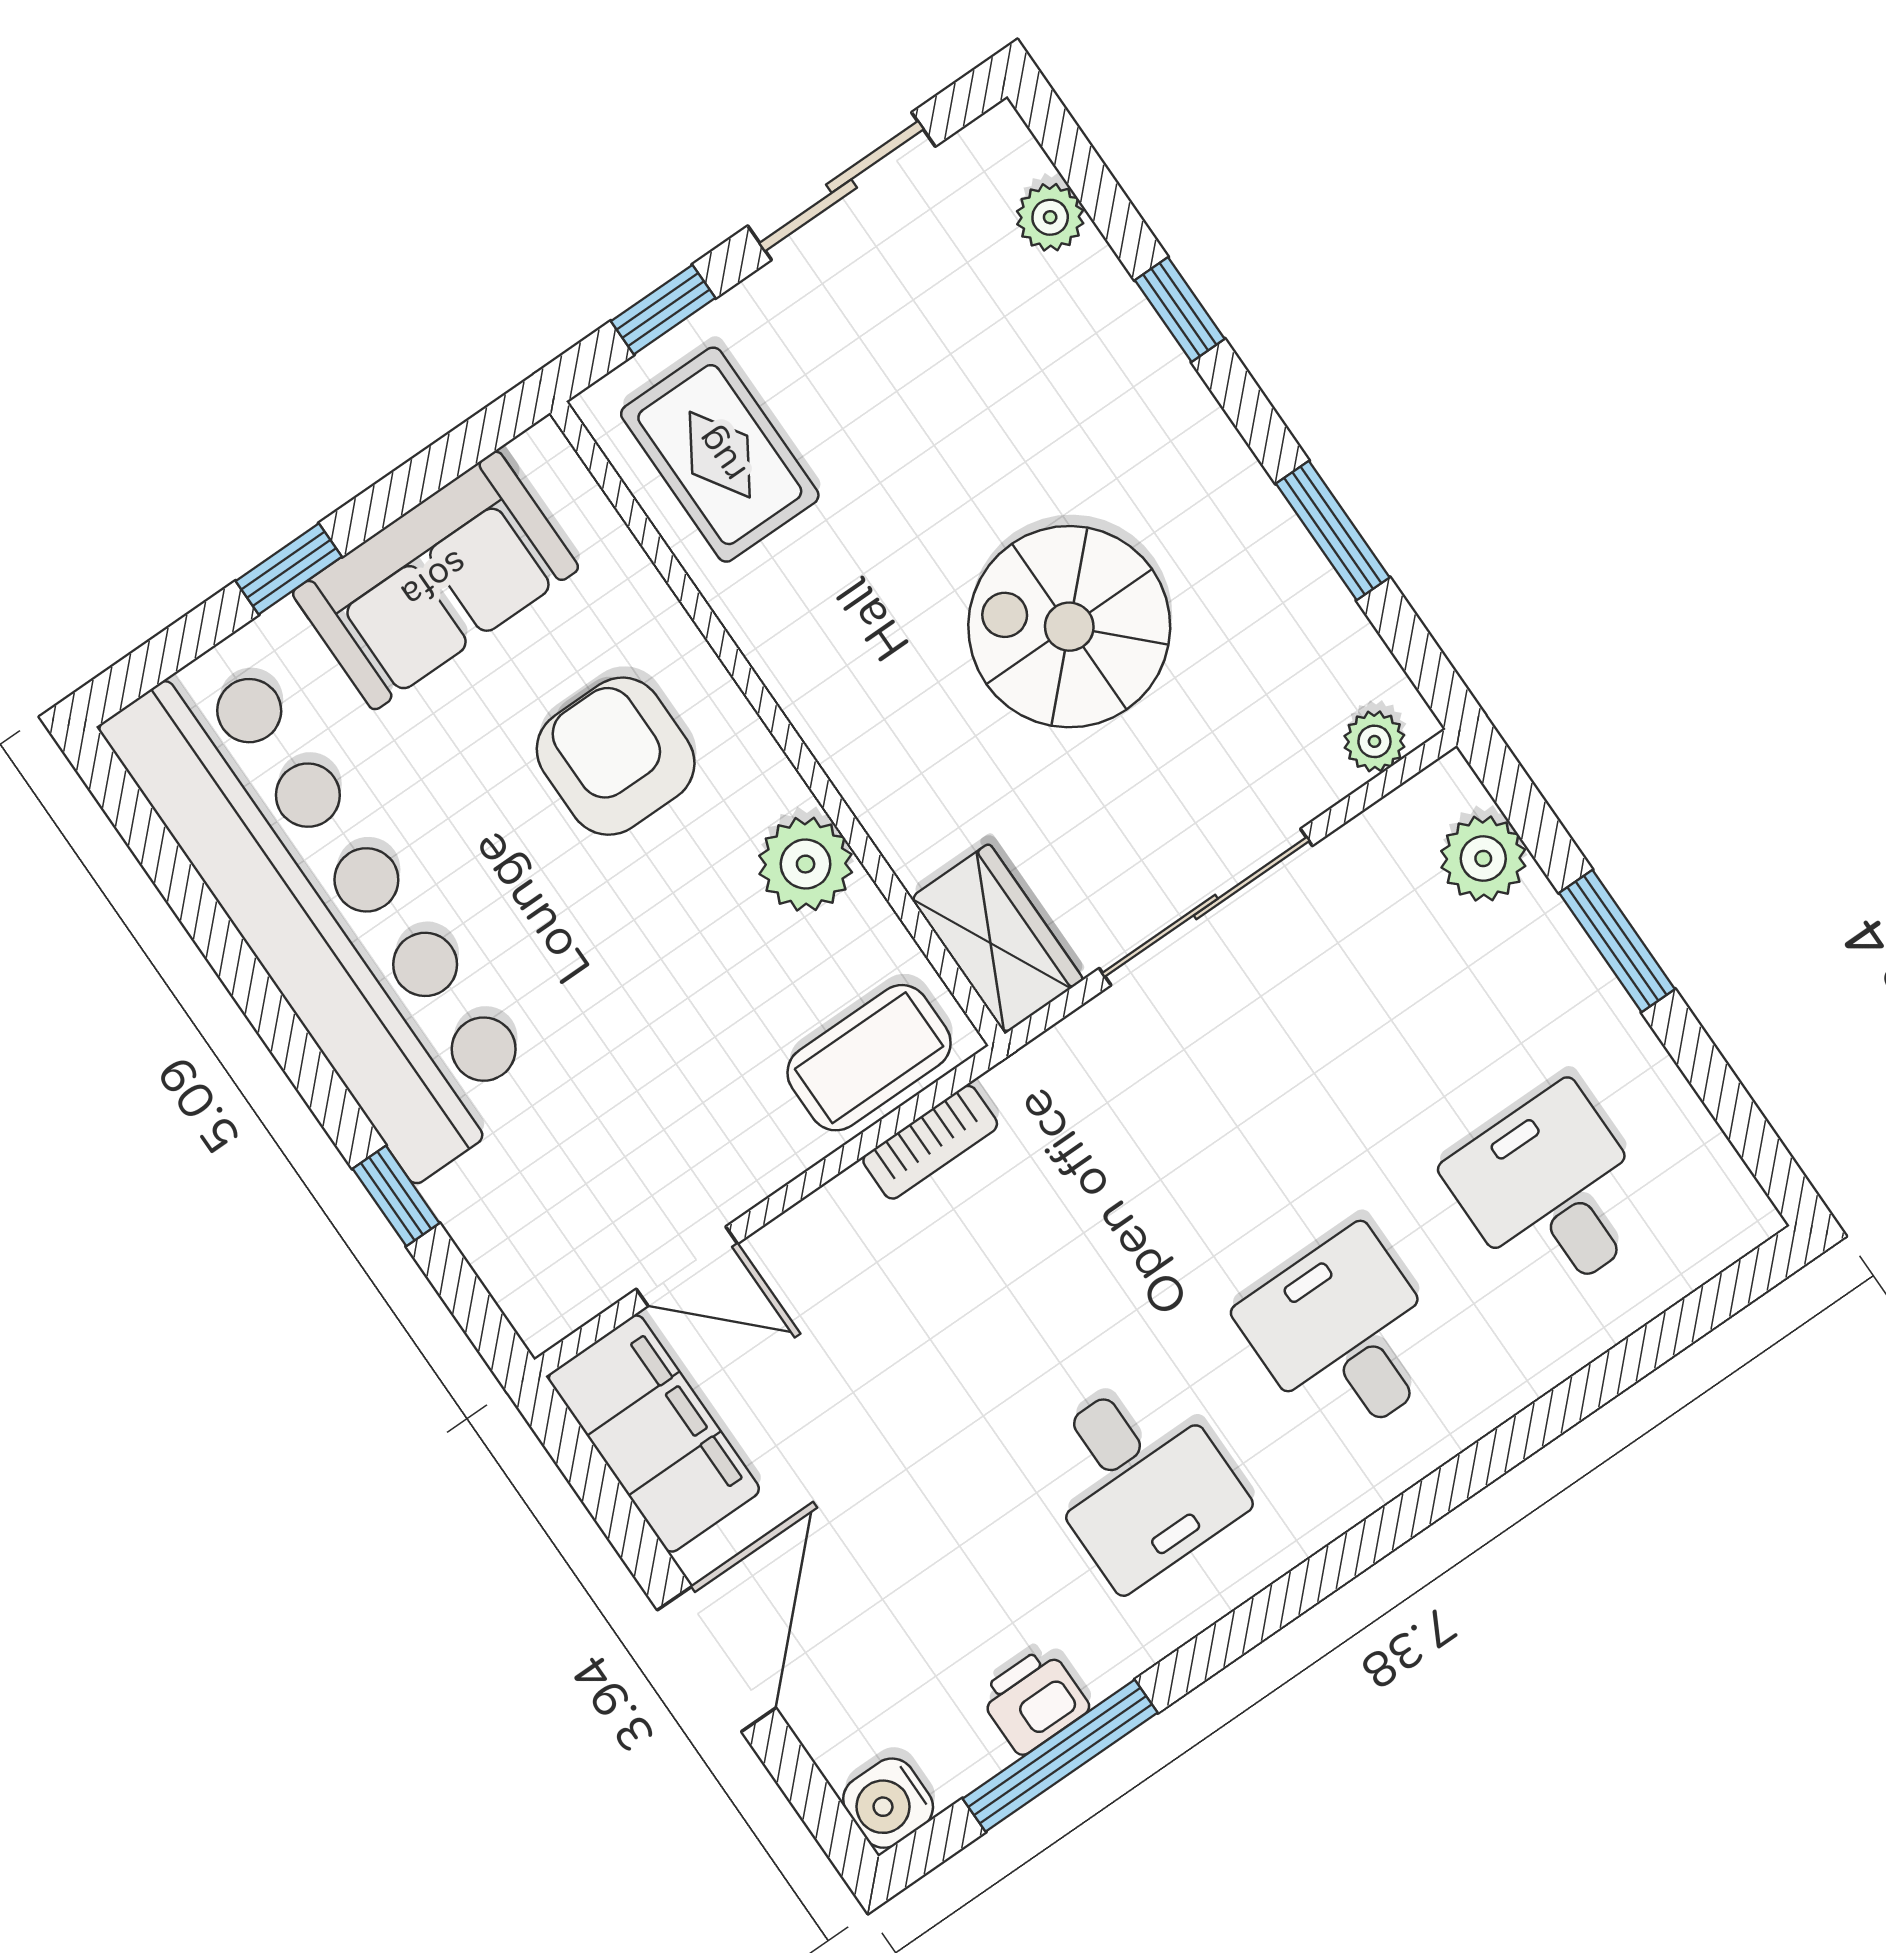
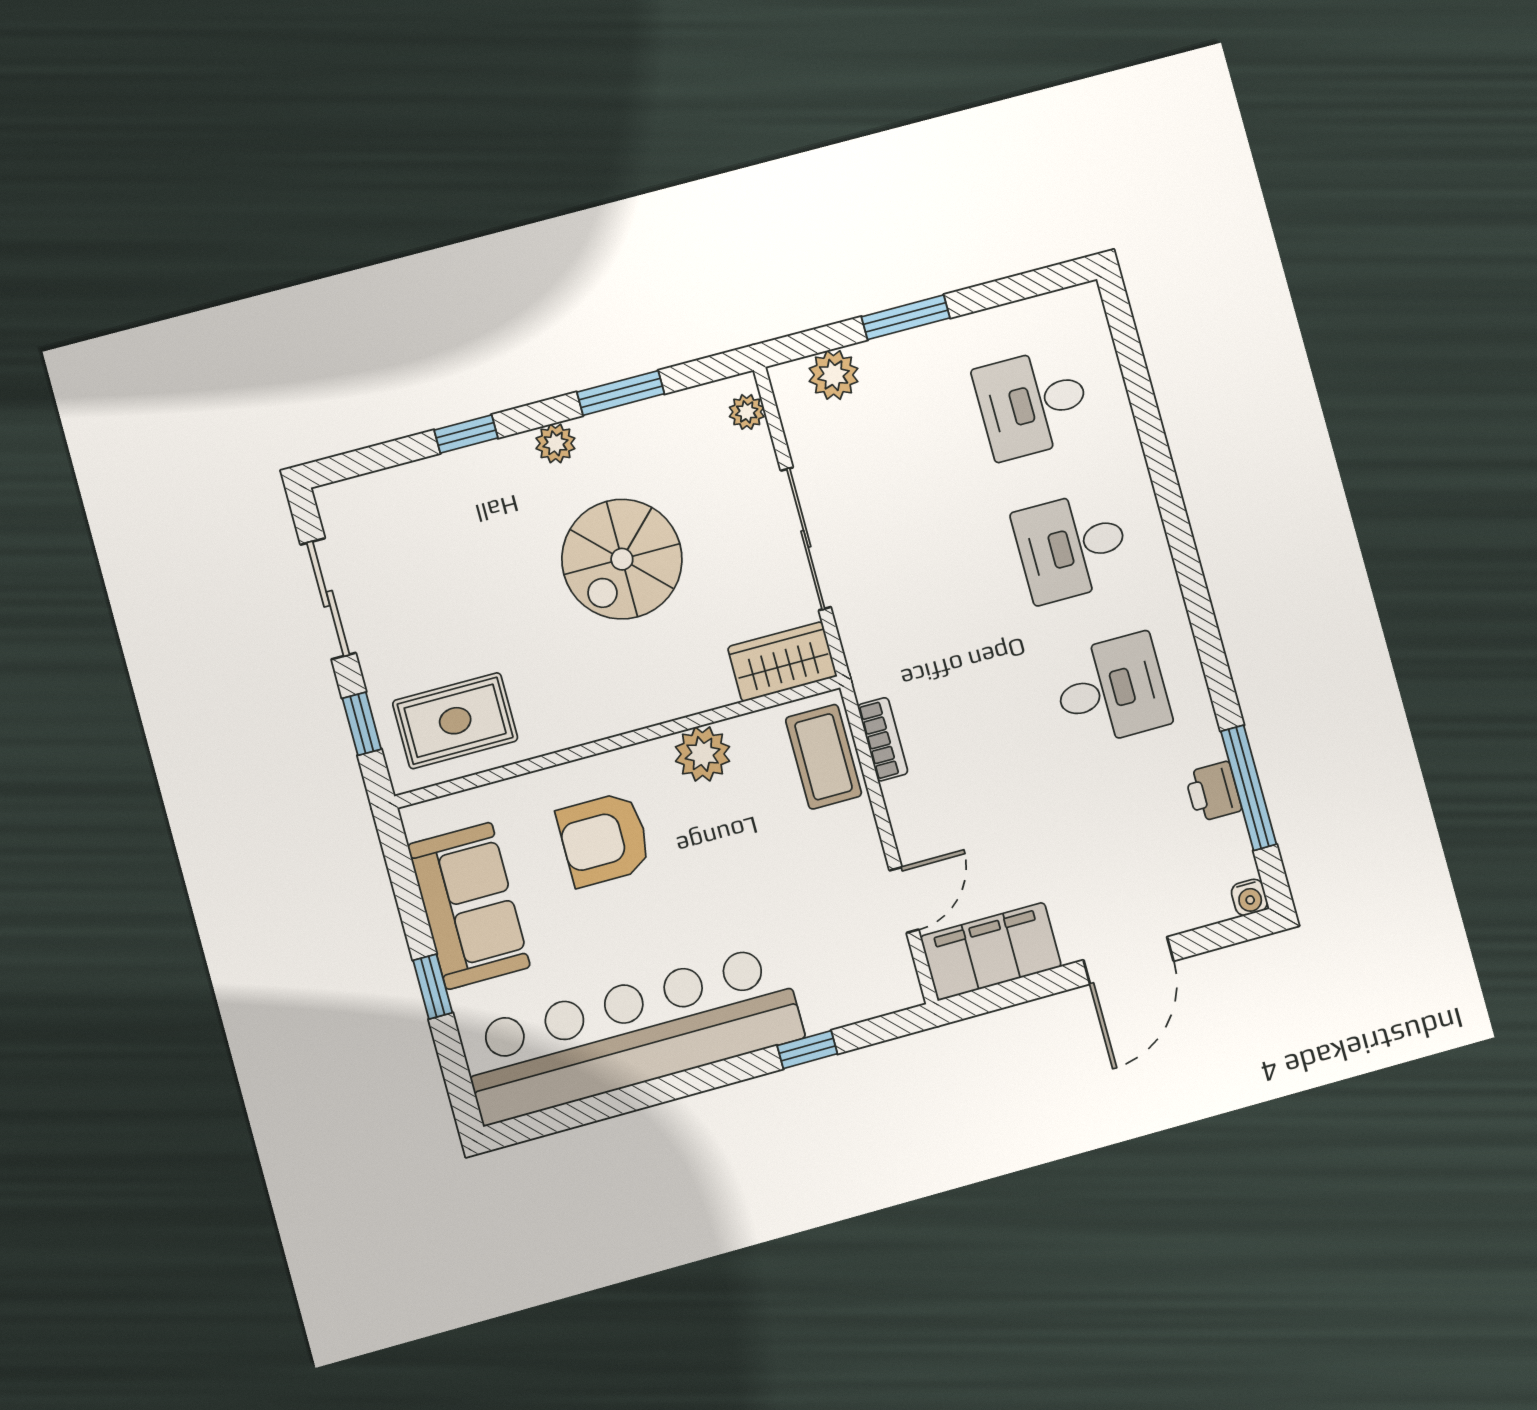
plant: (1050, 217) -> (555, 443), moved
door: (717, 1659) -> (1129, 960), swing flipped
water cooler: (888, 1803) -> (1249, 897), width x0.72, depth x0.72

